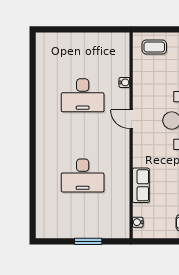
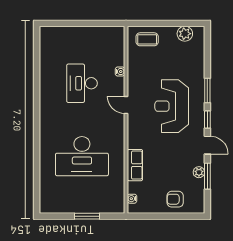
desk: (83, 95) -> (82, 83), turned 90
desk: (83, 175) -> (82, 156), width x1.36, depth x1.30

